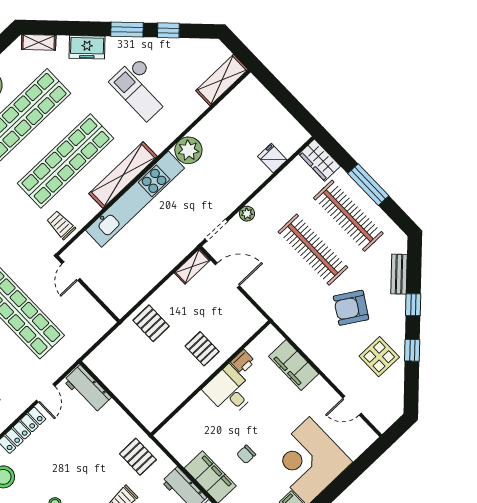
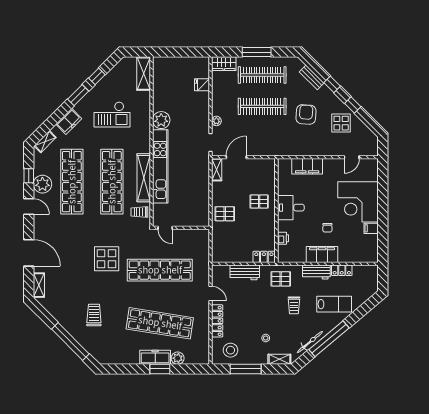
shelving: (123, 175) -> (144, 178), moved
armchair: (351, 308) -> (306, 114), turned 152
printer: (243, 362) -> (283, 238), moved
workbench: (87, 389) -> (245, 272), moved
locker: (145, 414) -> (264, 257), added

